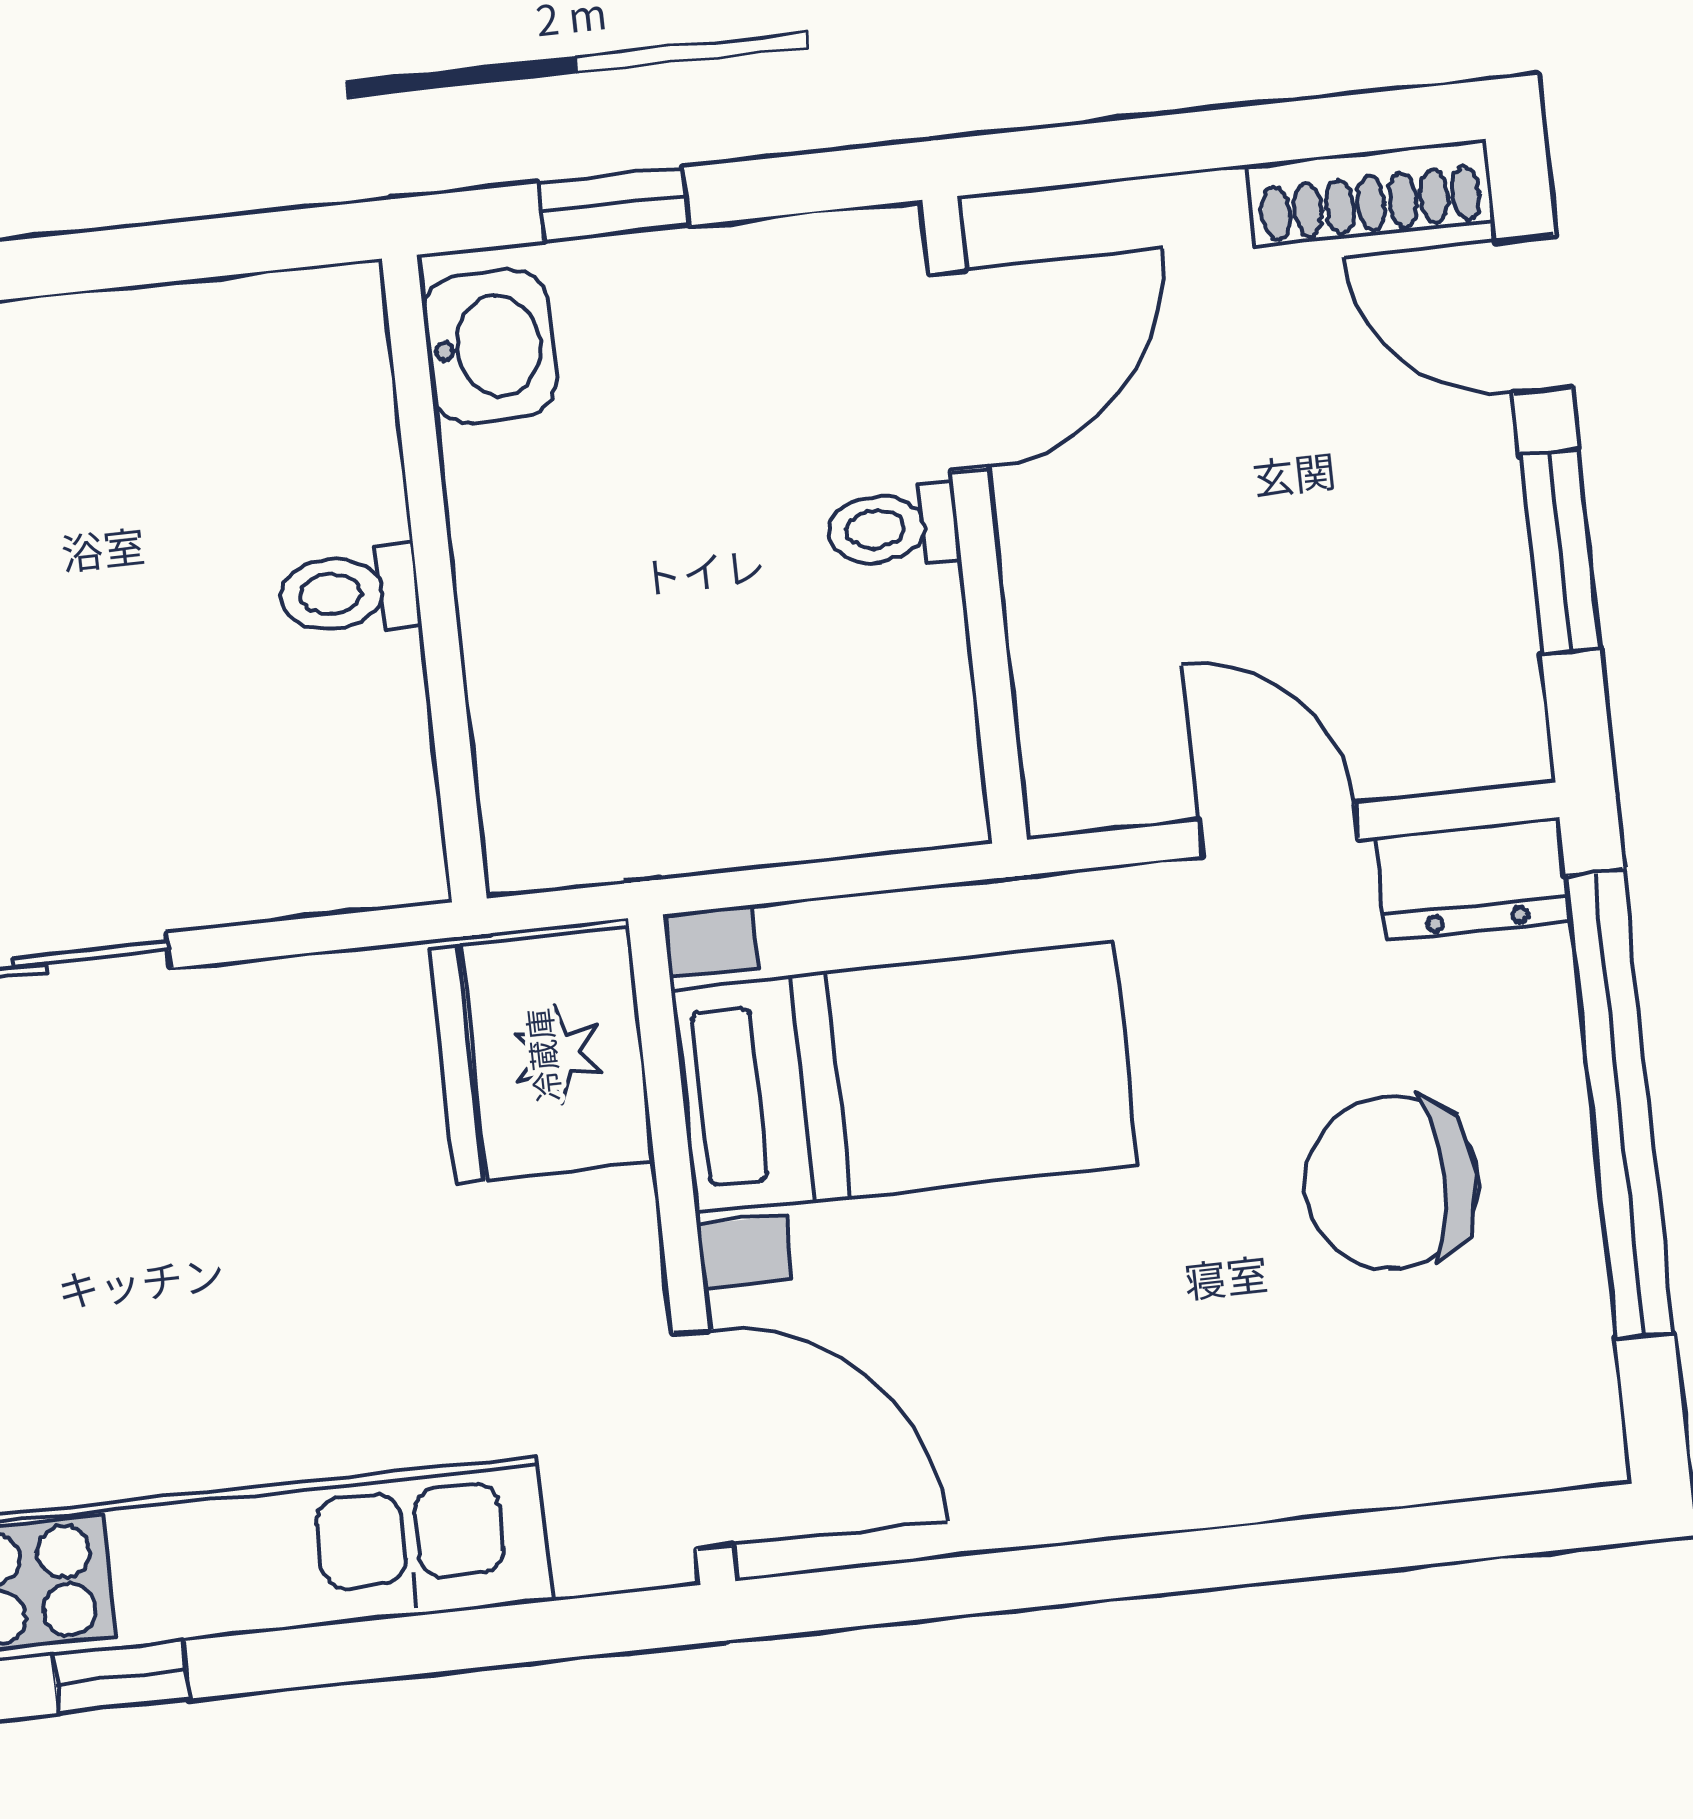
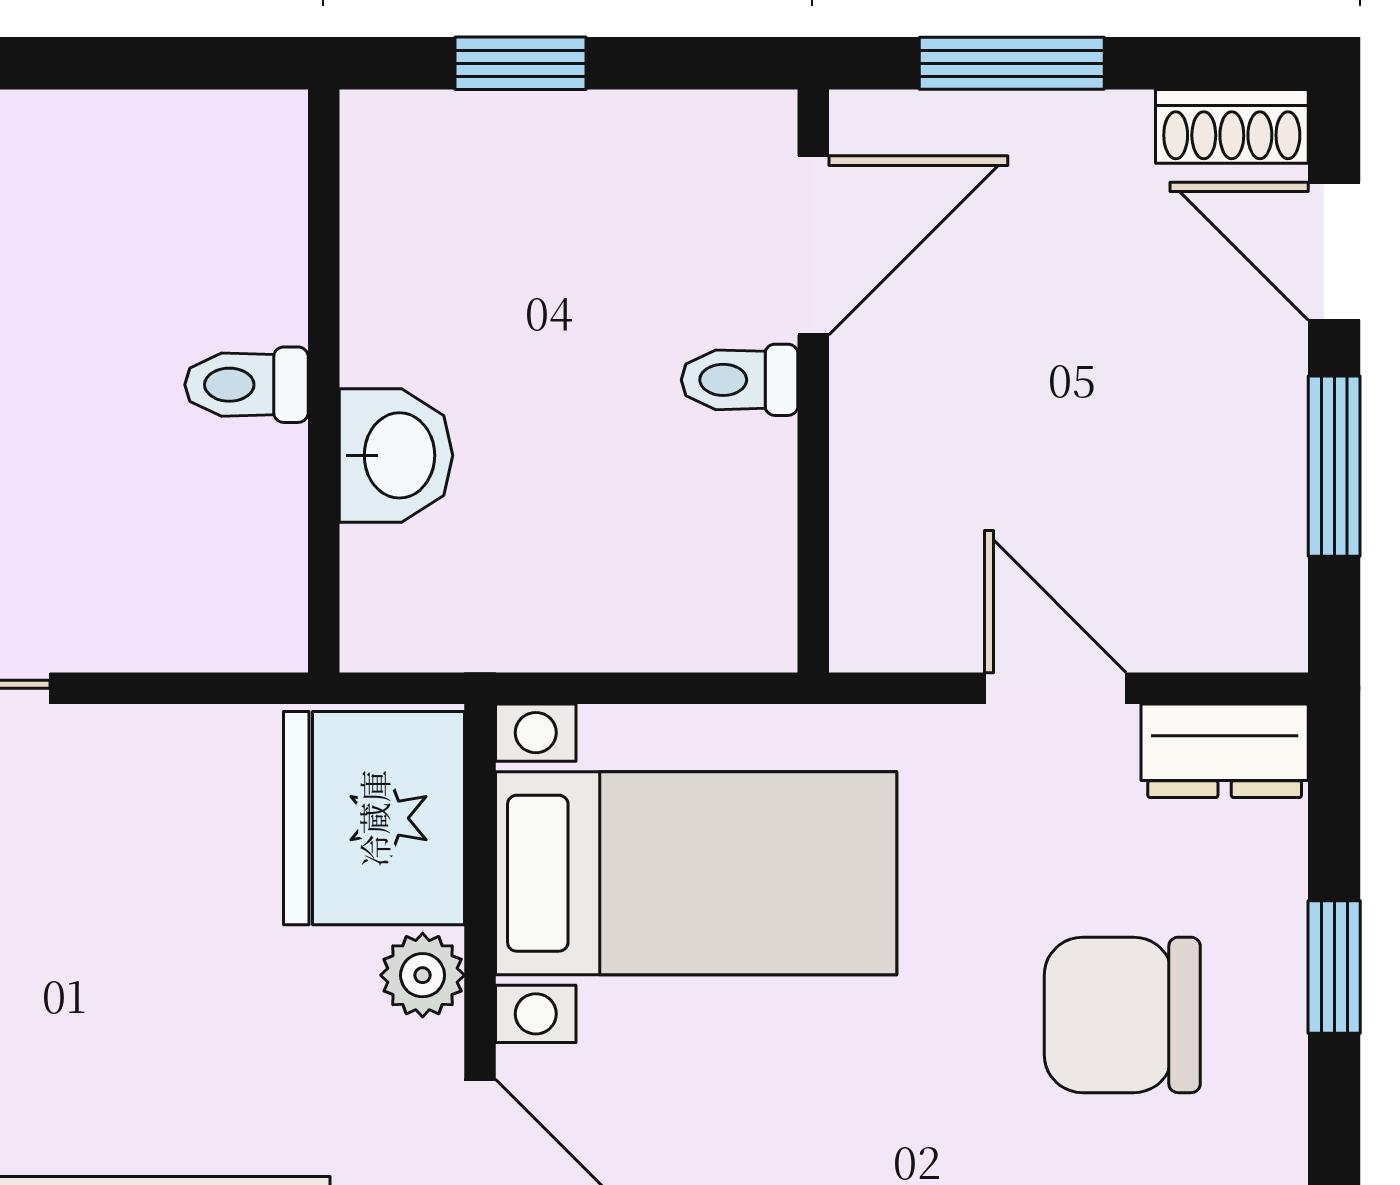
window: (1156, 145) -> (1012, 63), added
shoe rack: (1370, 193) -> (1232, 126), width x0.70
washbasin: (490, 347) -> (396, 455), moved
window: (1620, 1104) -> (1334, 967), width x0.32
plant: (614, 1223) -> (423, 975), added

